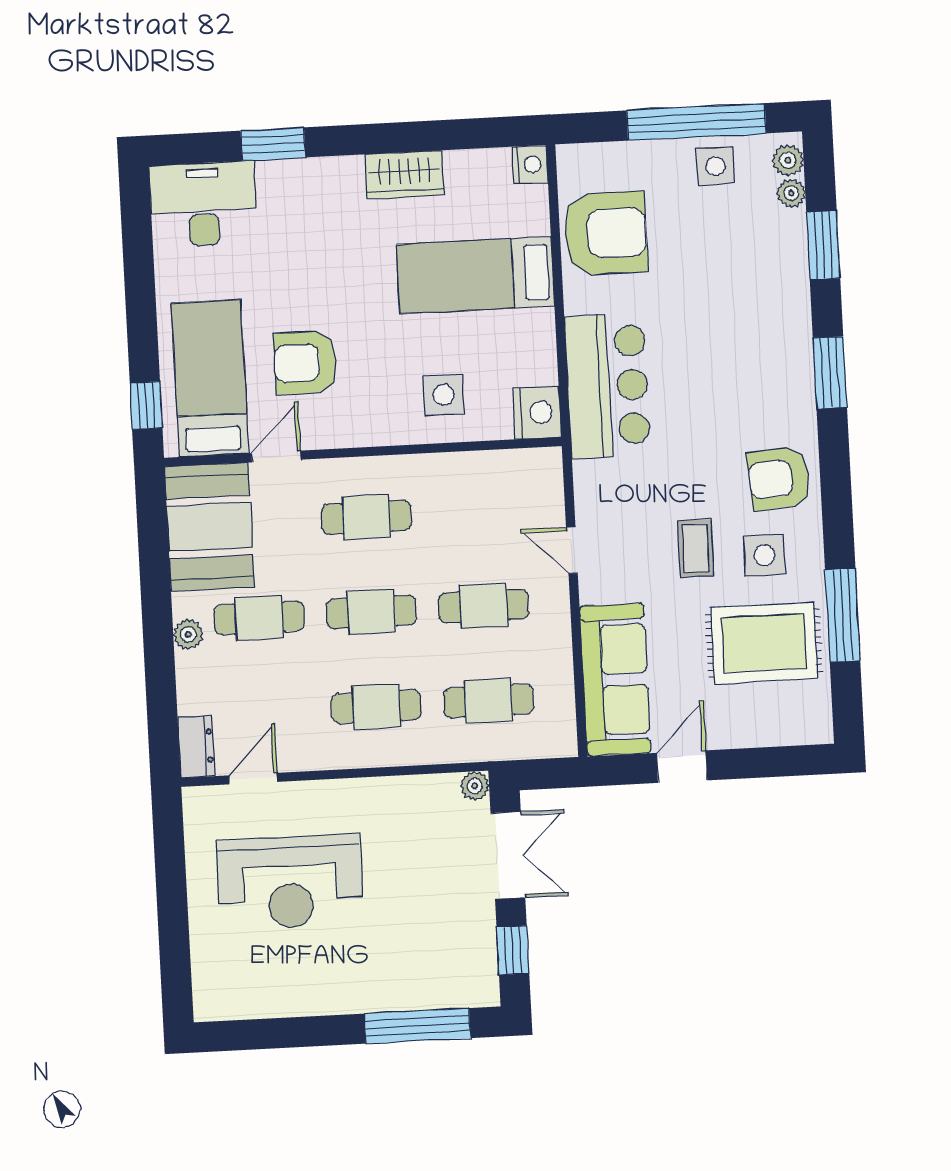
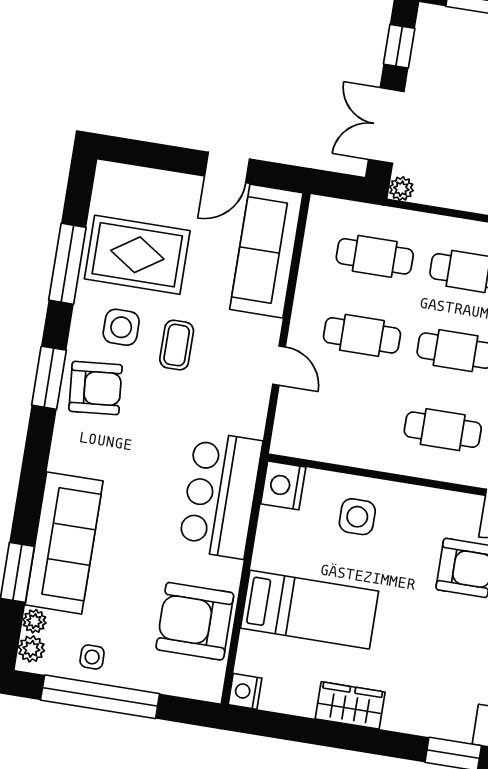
side table: (716, 166) -> (92, 657), width x0.73, depth x0.73
sofa: (777, 291) -> (64, 543), added
window: (830, 373) -> (49, 378), moved

